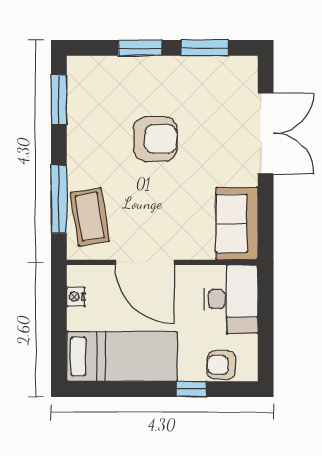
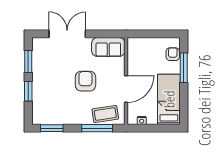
armchair: (155, 139) -> (85, 81), moved
desk: (231, 299) -> (143, 50), removed
armchair: (221, 365) -> (173, 54), turned 180
window: (191, 389) -> (184, 68), width x2.17

